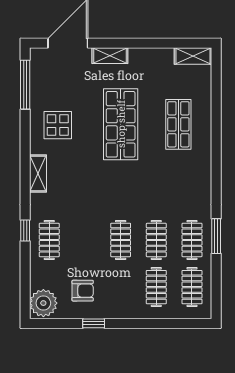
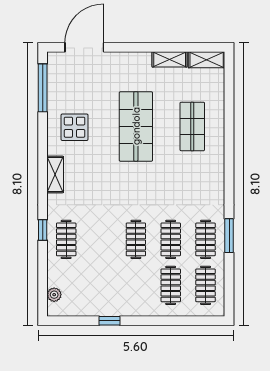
shelving: (110, 56) -> (170, 59), moved
armchair: (83, 291) -> (99, 289), removed
plant: (43, 303) -> (54, 295), width x0.53, depth x0.53

